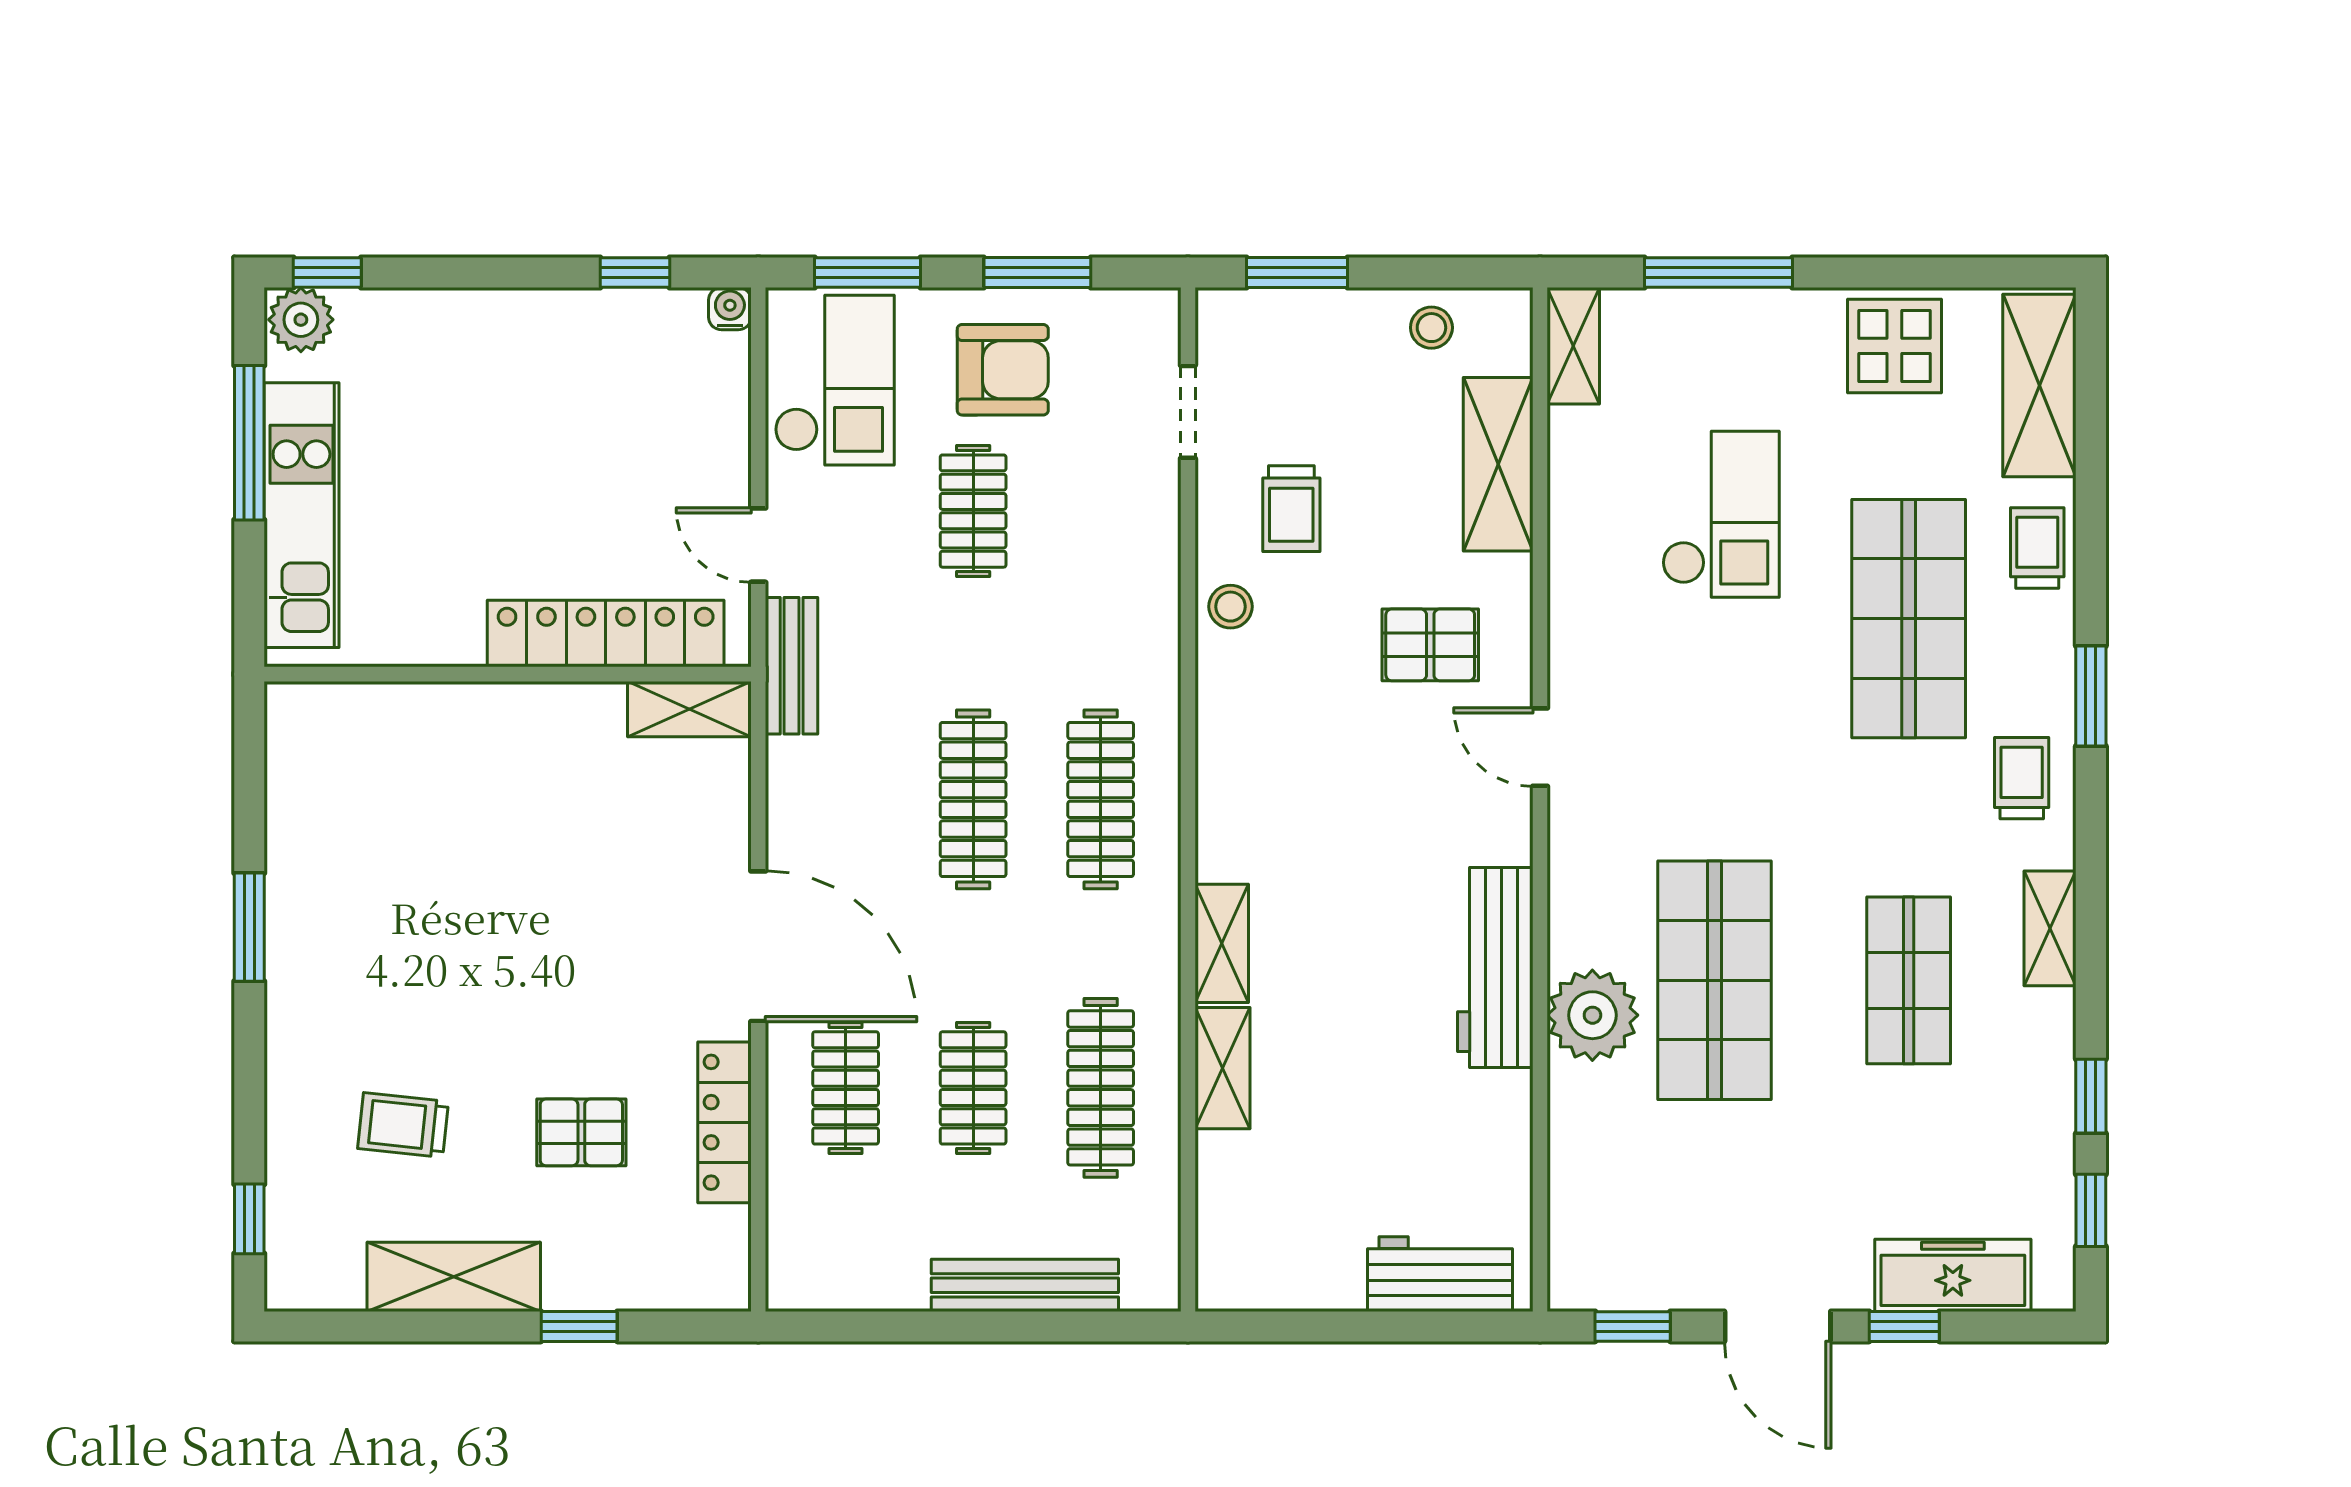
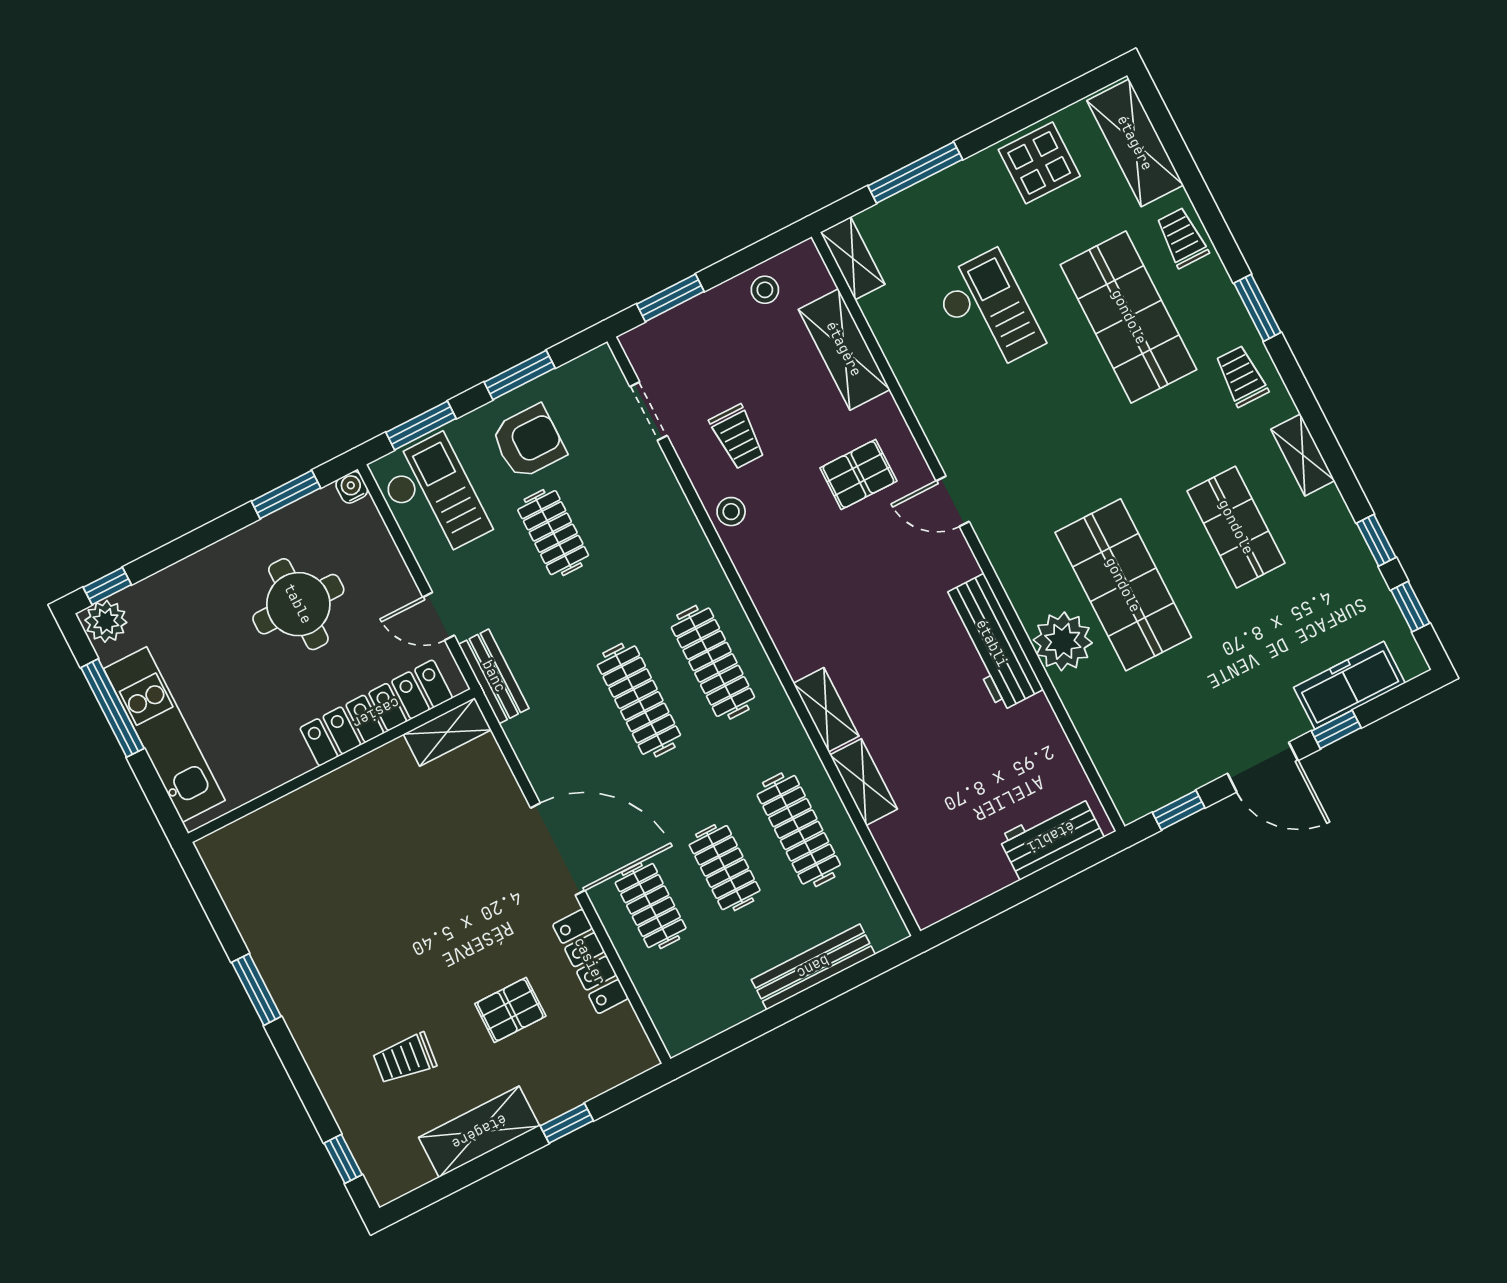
window: (635, 273) -> (286, 495), width x1.50
round table: (575, 431) -> (298, 604), added

